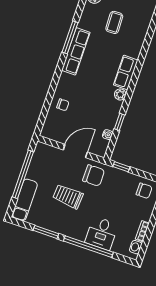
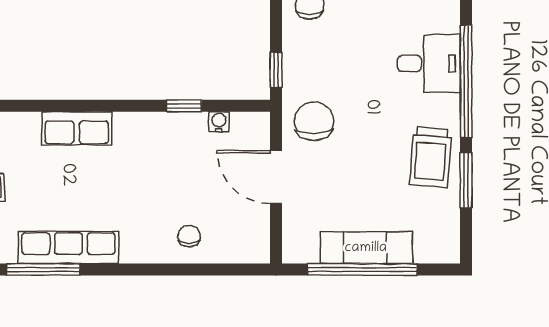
plant: (120, 94) -> (126, 124), removed
trolley: (68, 196) -> (431, 157), moved
exam couch: (25, 200) -> (366, 248), moved

